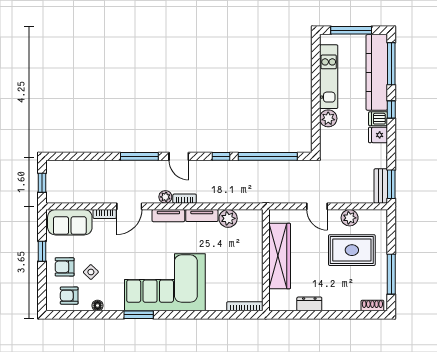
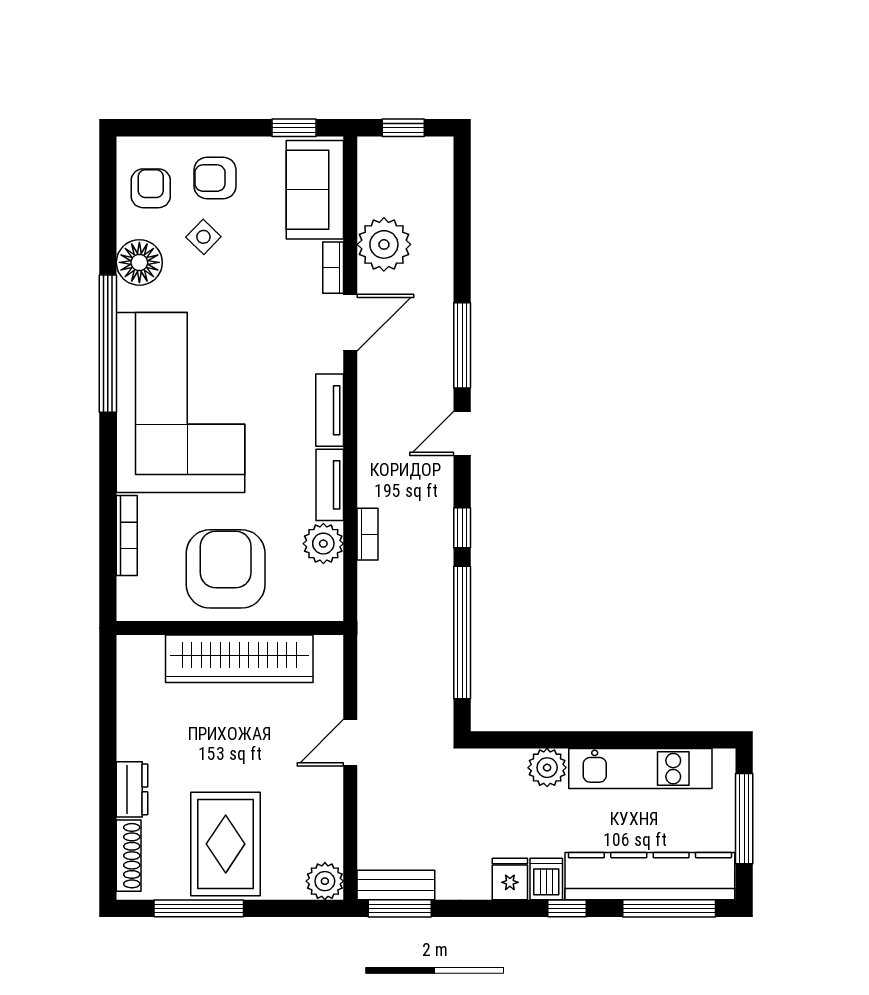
plant: (165, 197) -> (384, 244), moved, width x1.88, depth x1.88
bookcase: (185, 199) -> (368, 534), moved
door: (129, 206) -> (350, 323), swing flipped
plant: (350, 218) -> (325, 881), moved
rug: (352, 250) -> (226, 844), moved
window: (42, 251) -> (294, 128), moved
armchair: (239, 262) -> (226, 569), added
armchair: (65, 267) -> (215, 178), turned -90
dresser: (309, 304) -> (132, 789), moved
floor lamp: (98, 305) -> (139, 262), width x1.89, depth x1.89
shoe rack: (372, 305) -> (129, 856), width x1.43
bookcase: (245, 306) -> (127, 536), moved
window: (139, 315) -> (108, 344), width x2.11

